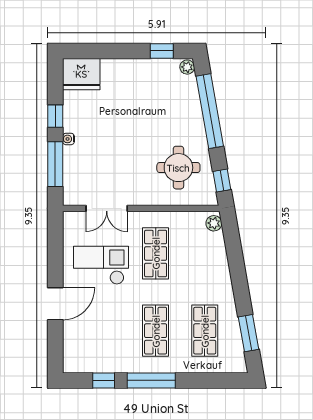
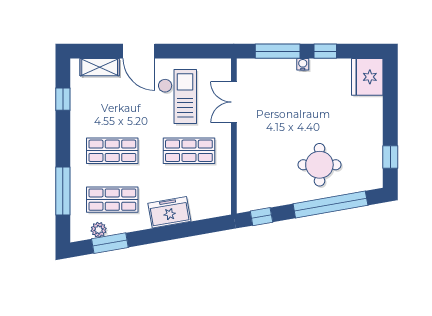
plant: (187, 67) -> (374, 182), removed
round table: (178, 168) -> (319, 165), moved
plant: (214, 223) -> (99, 230), moved
freezer: (218, 273) -> (169, 212), added
shelving: (71, 343) -> (100, 67), added
window: (151, 380) -> (63, 191), moved

